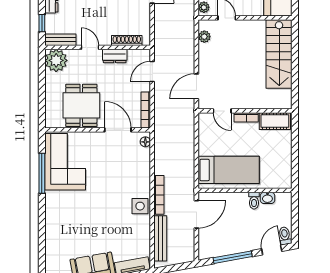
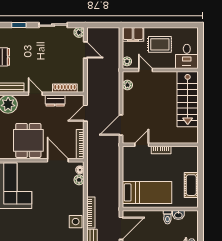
door: (222, 111) -> (142, 145), swing flipped
cot: (275, 121) -> (191, 185), moved, turned 90
plant: (144, 154) -> (79, 180), added

